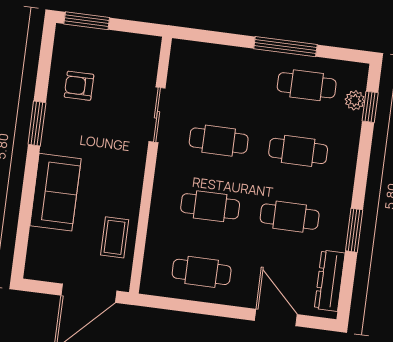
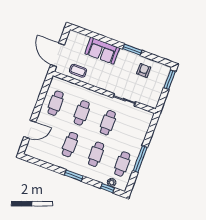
window: (354, 230) -> (74, 175), moved
dresser: (330, 281) -> (40, 155), removed

